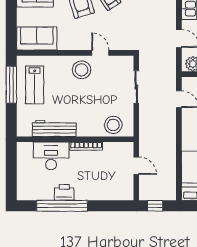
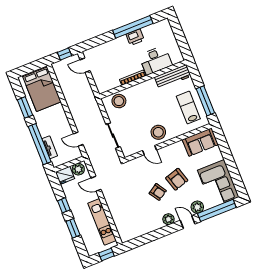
workbench: (54, 128) -> (173, 77), moved
door: (136, 166) -> (85, 65), moved

